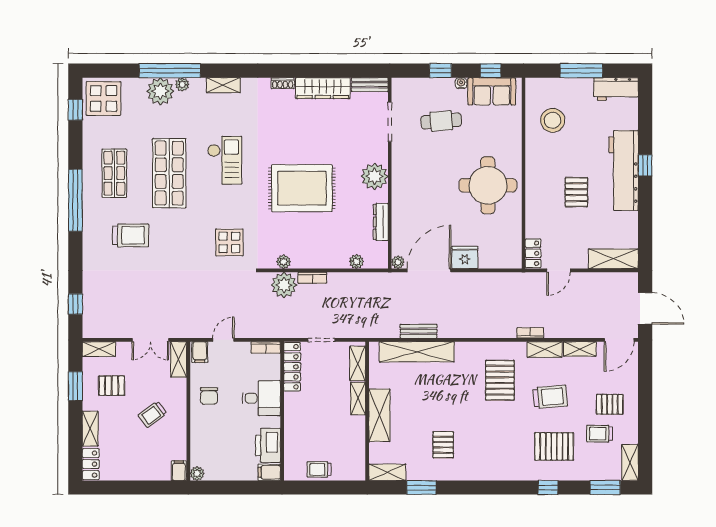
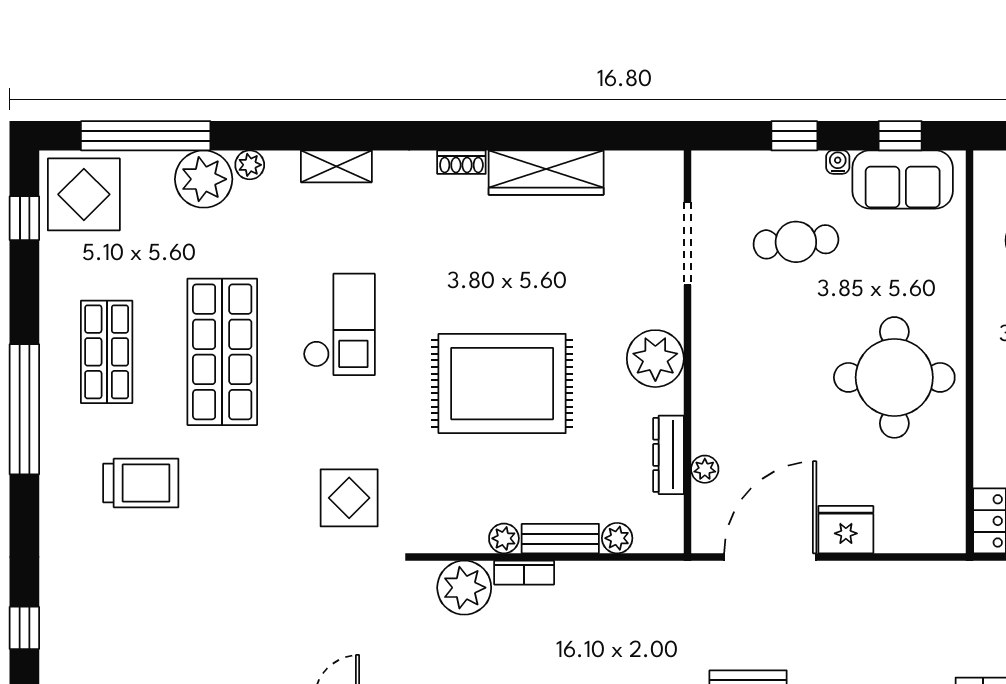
window: (170, 71) -> (146, 136), moved
bench: (370, 85) -> (560, 539), moved
plant: (284, 262) -> (504, 538), moved
plant: (398, 262) -> (705, 469), moved

